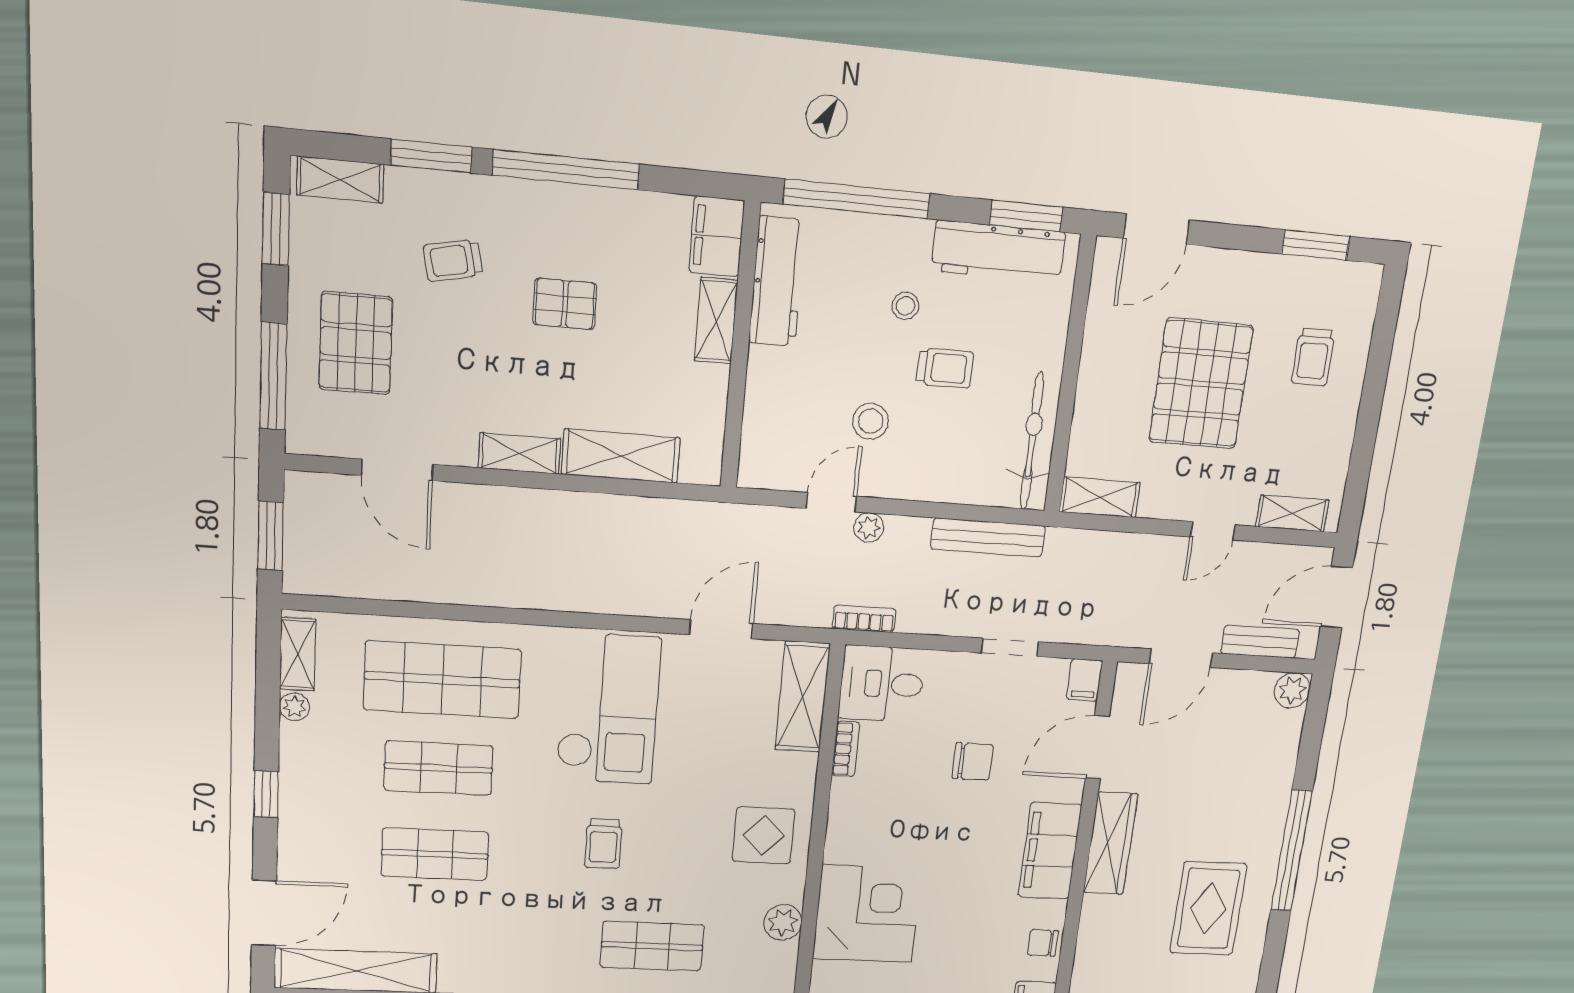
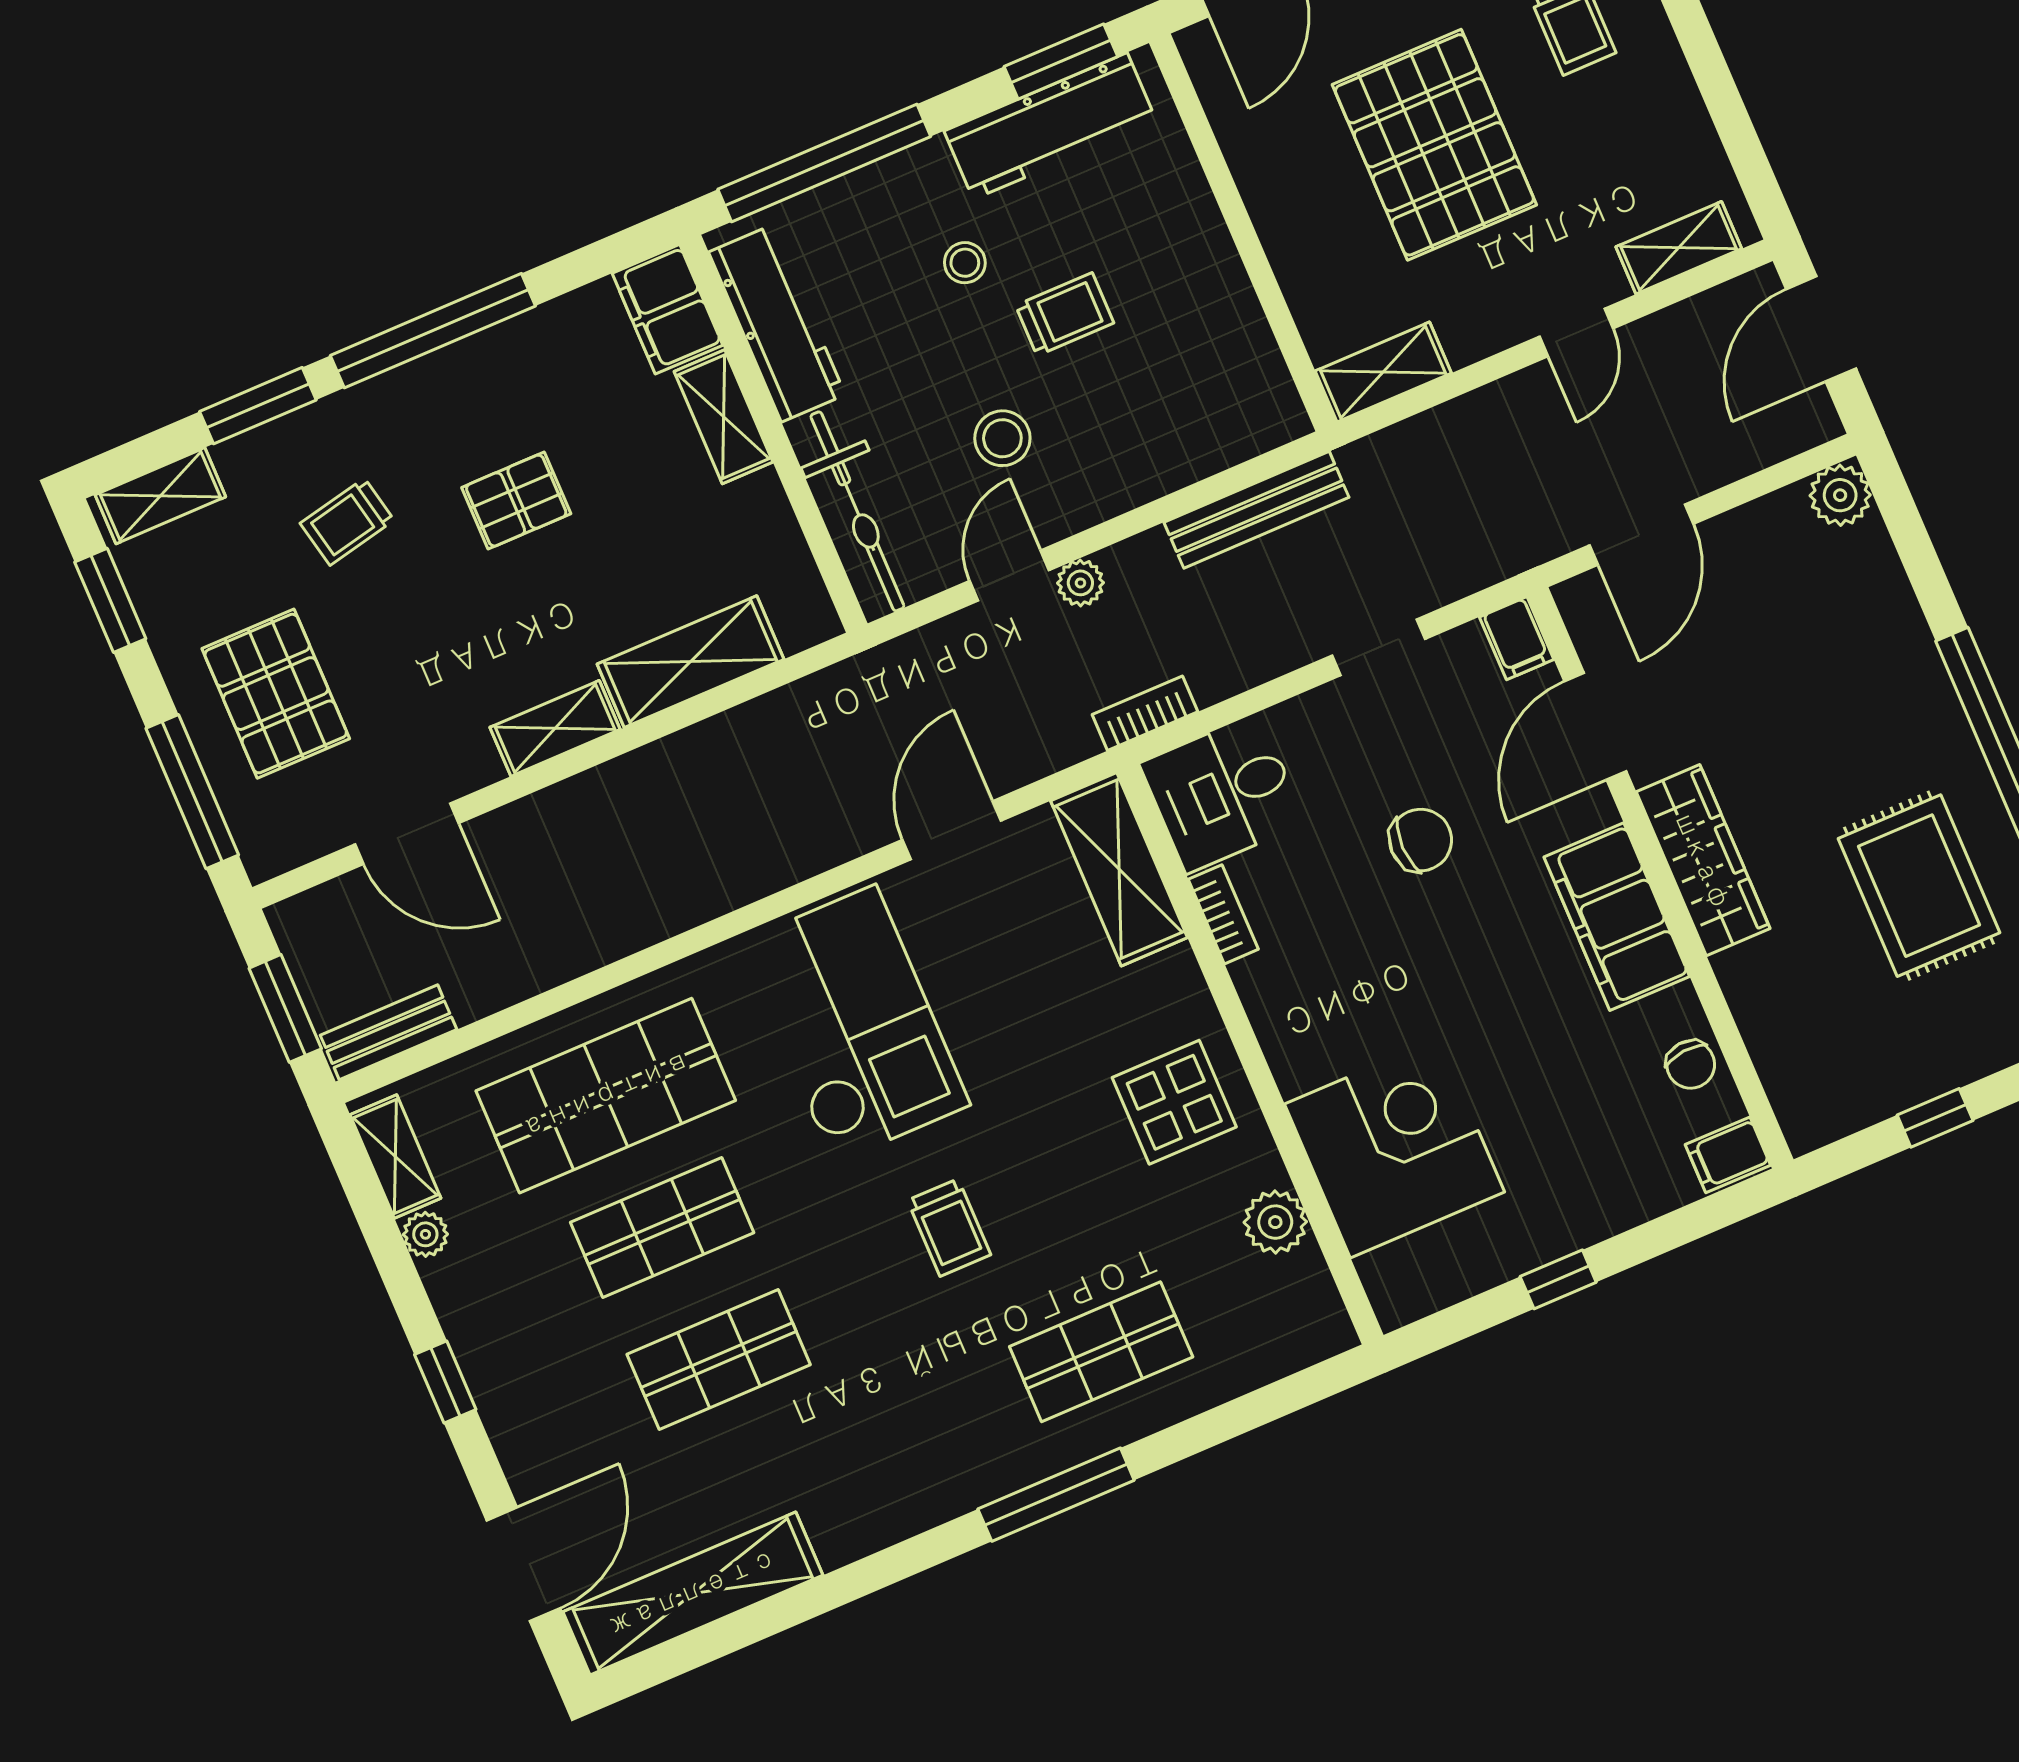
bicycle: (1032, 441) -> (857, 511), moved, turned 180
bench: (1260, 642) -> (388, 1032), moved
chair: (1043, 943) -> (1691, 1064), turned -95

